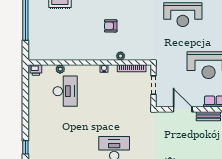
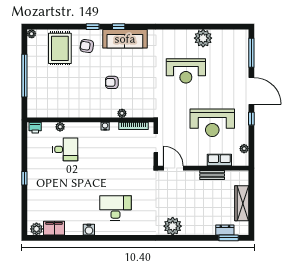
desk: (65, 91) -> (65, 149), width x0.73
door: (183, 109) -> (174, 168), moved
window: (25, 147) -> (24, 178), moved

